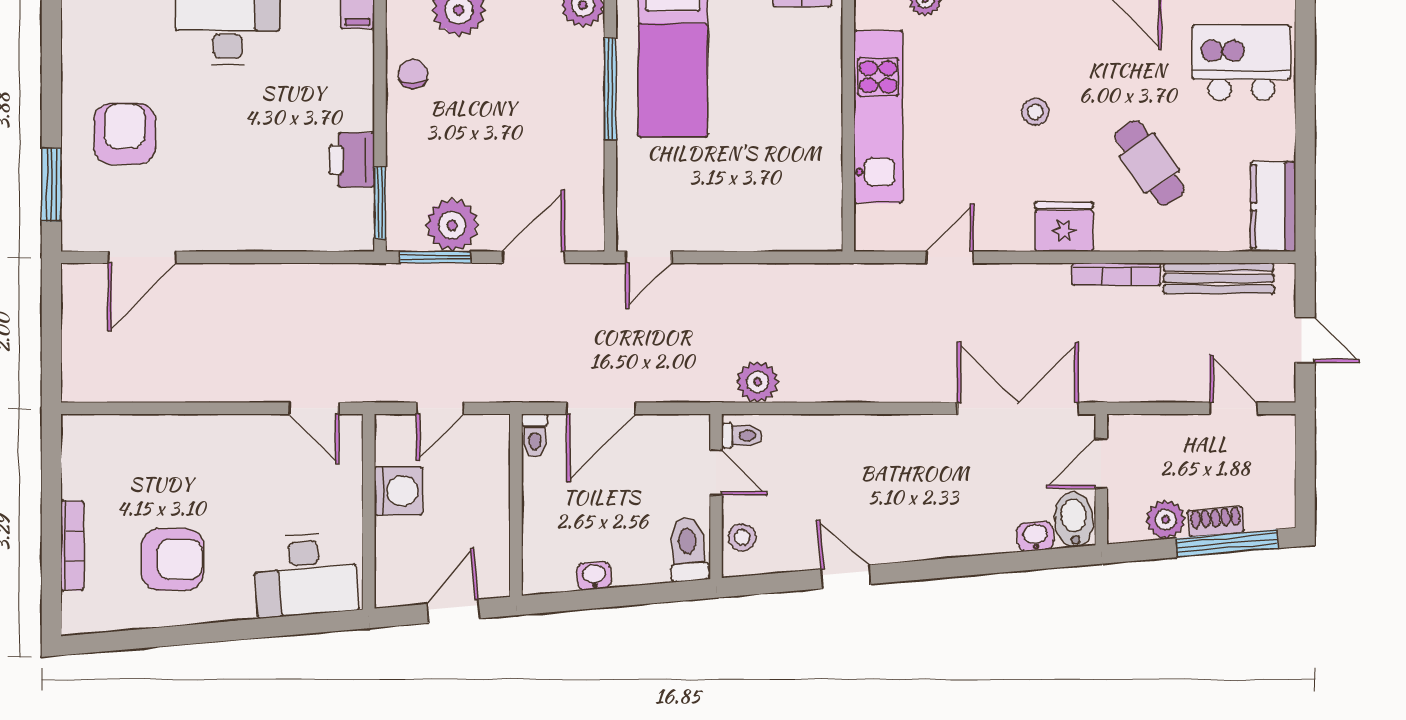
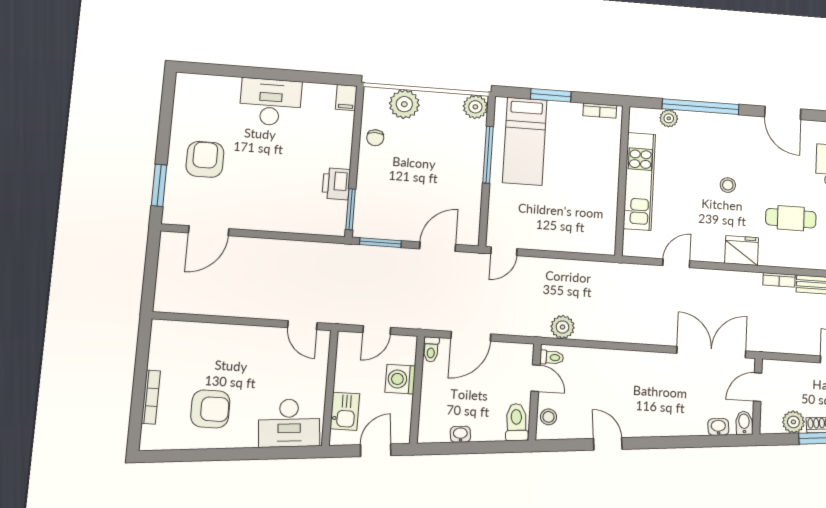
chair: (413, 74) -> (375, 138), turned 180
cafe table: (1149, 163) -> (791, 218), turned -56
plant: (452, 225) -> (392, 225), removed
bookcase: (1116, 274) -> (779, 280), width x0.64
washing machine: (398, 491) -> (400, 379), moved, turned 180
bidet: (1074, 520) -> (744, 423), width x0.72, depth x0.74
kitchen sink: (397, 549) -> (345, 411), added

